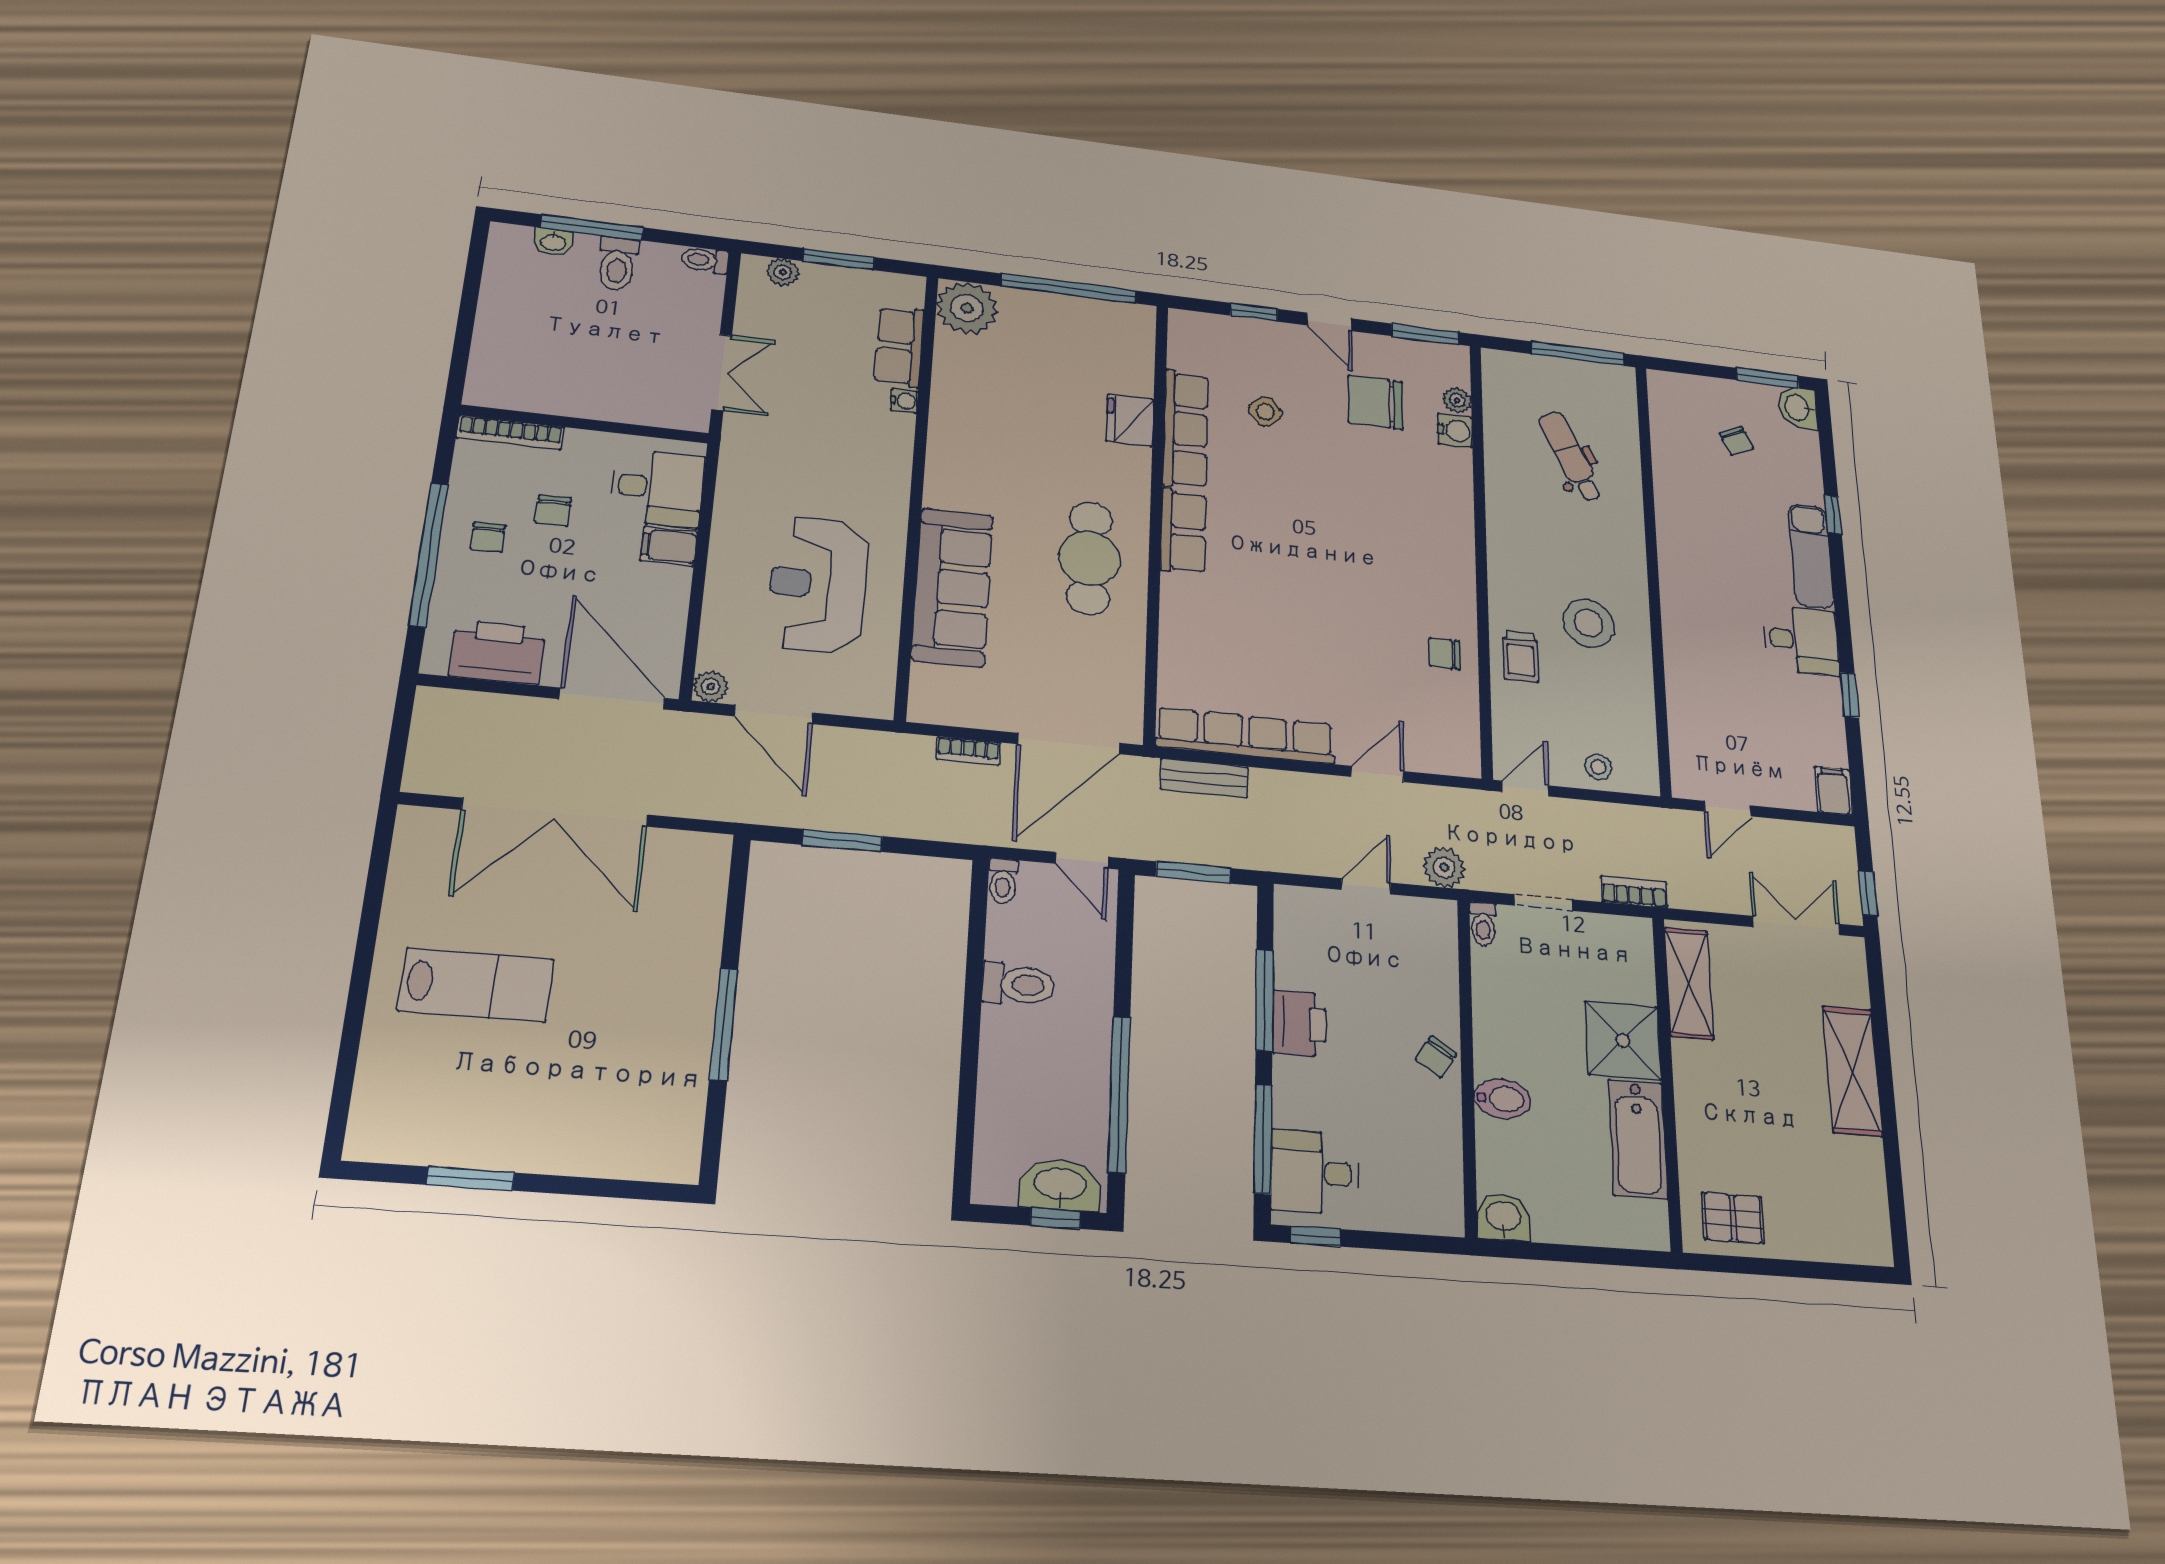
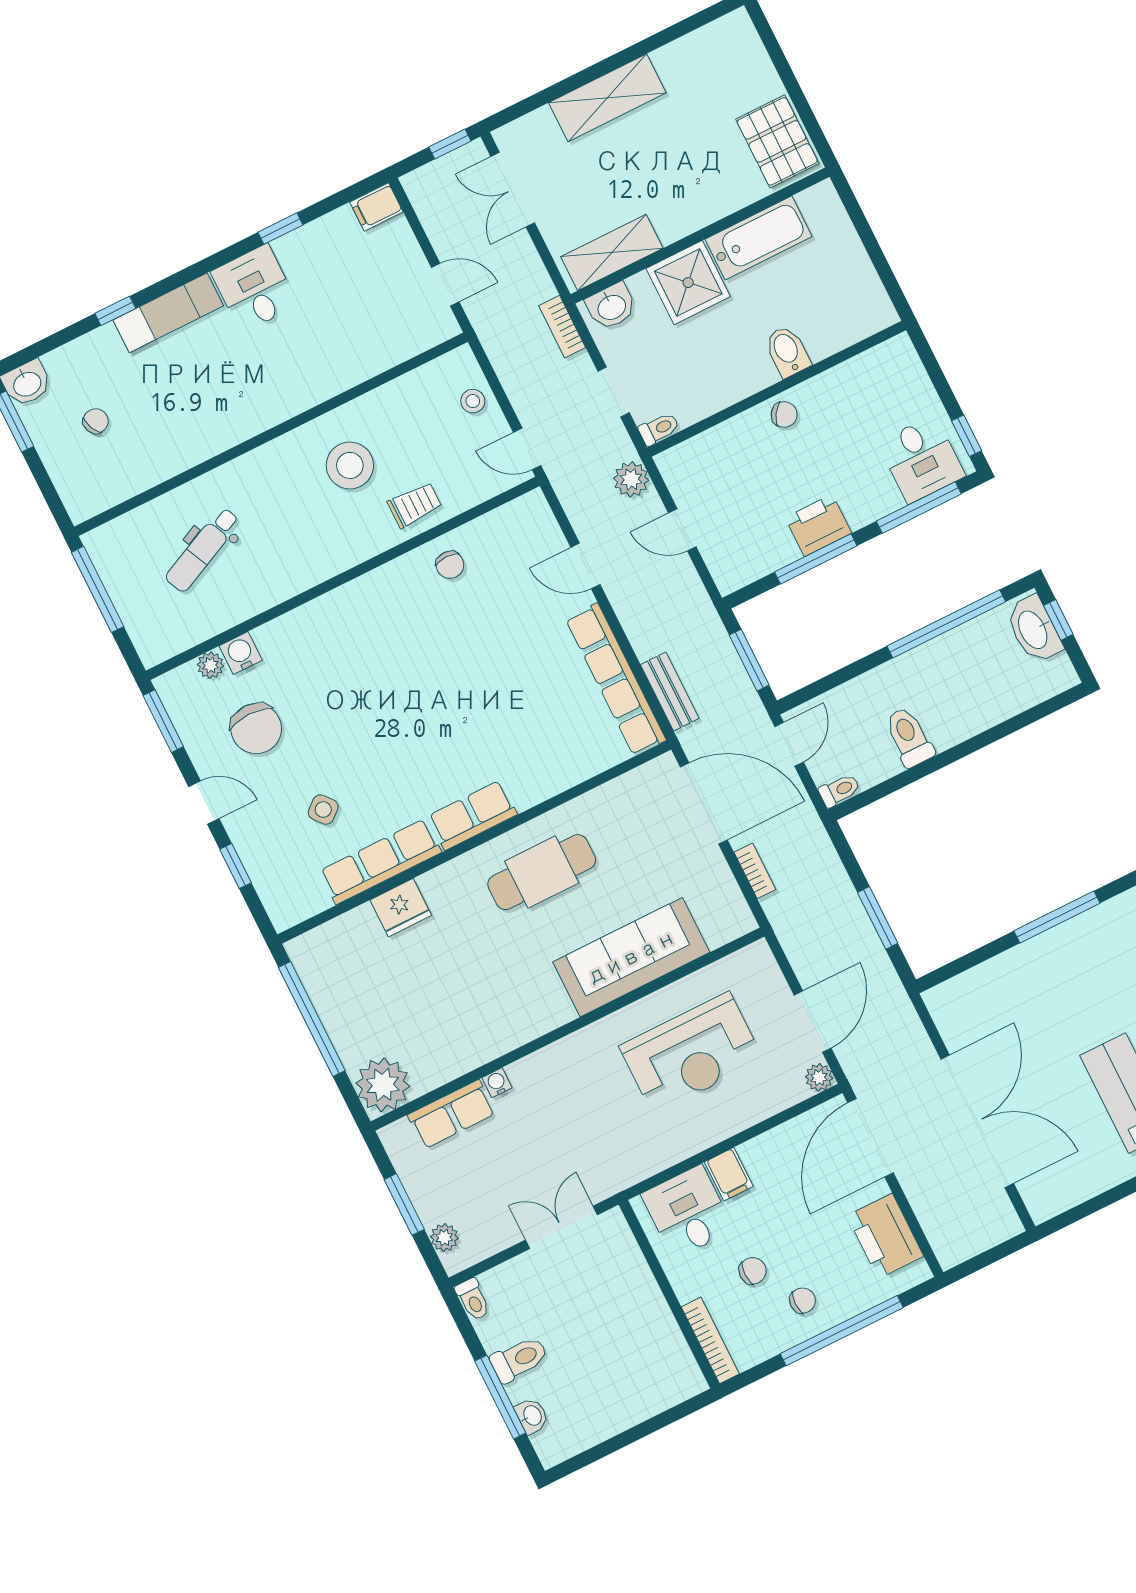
door: (1329, 322) -> (204, 803), hinge flipped
washbasin: (1504, 1217) -> (611, 306), moved, turned -90
pallet: (1733, 1218) -> (777, 141), width x1.50, depth x1.42

